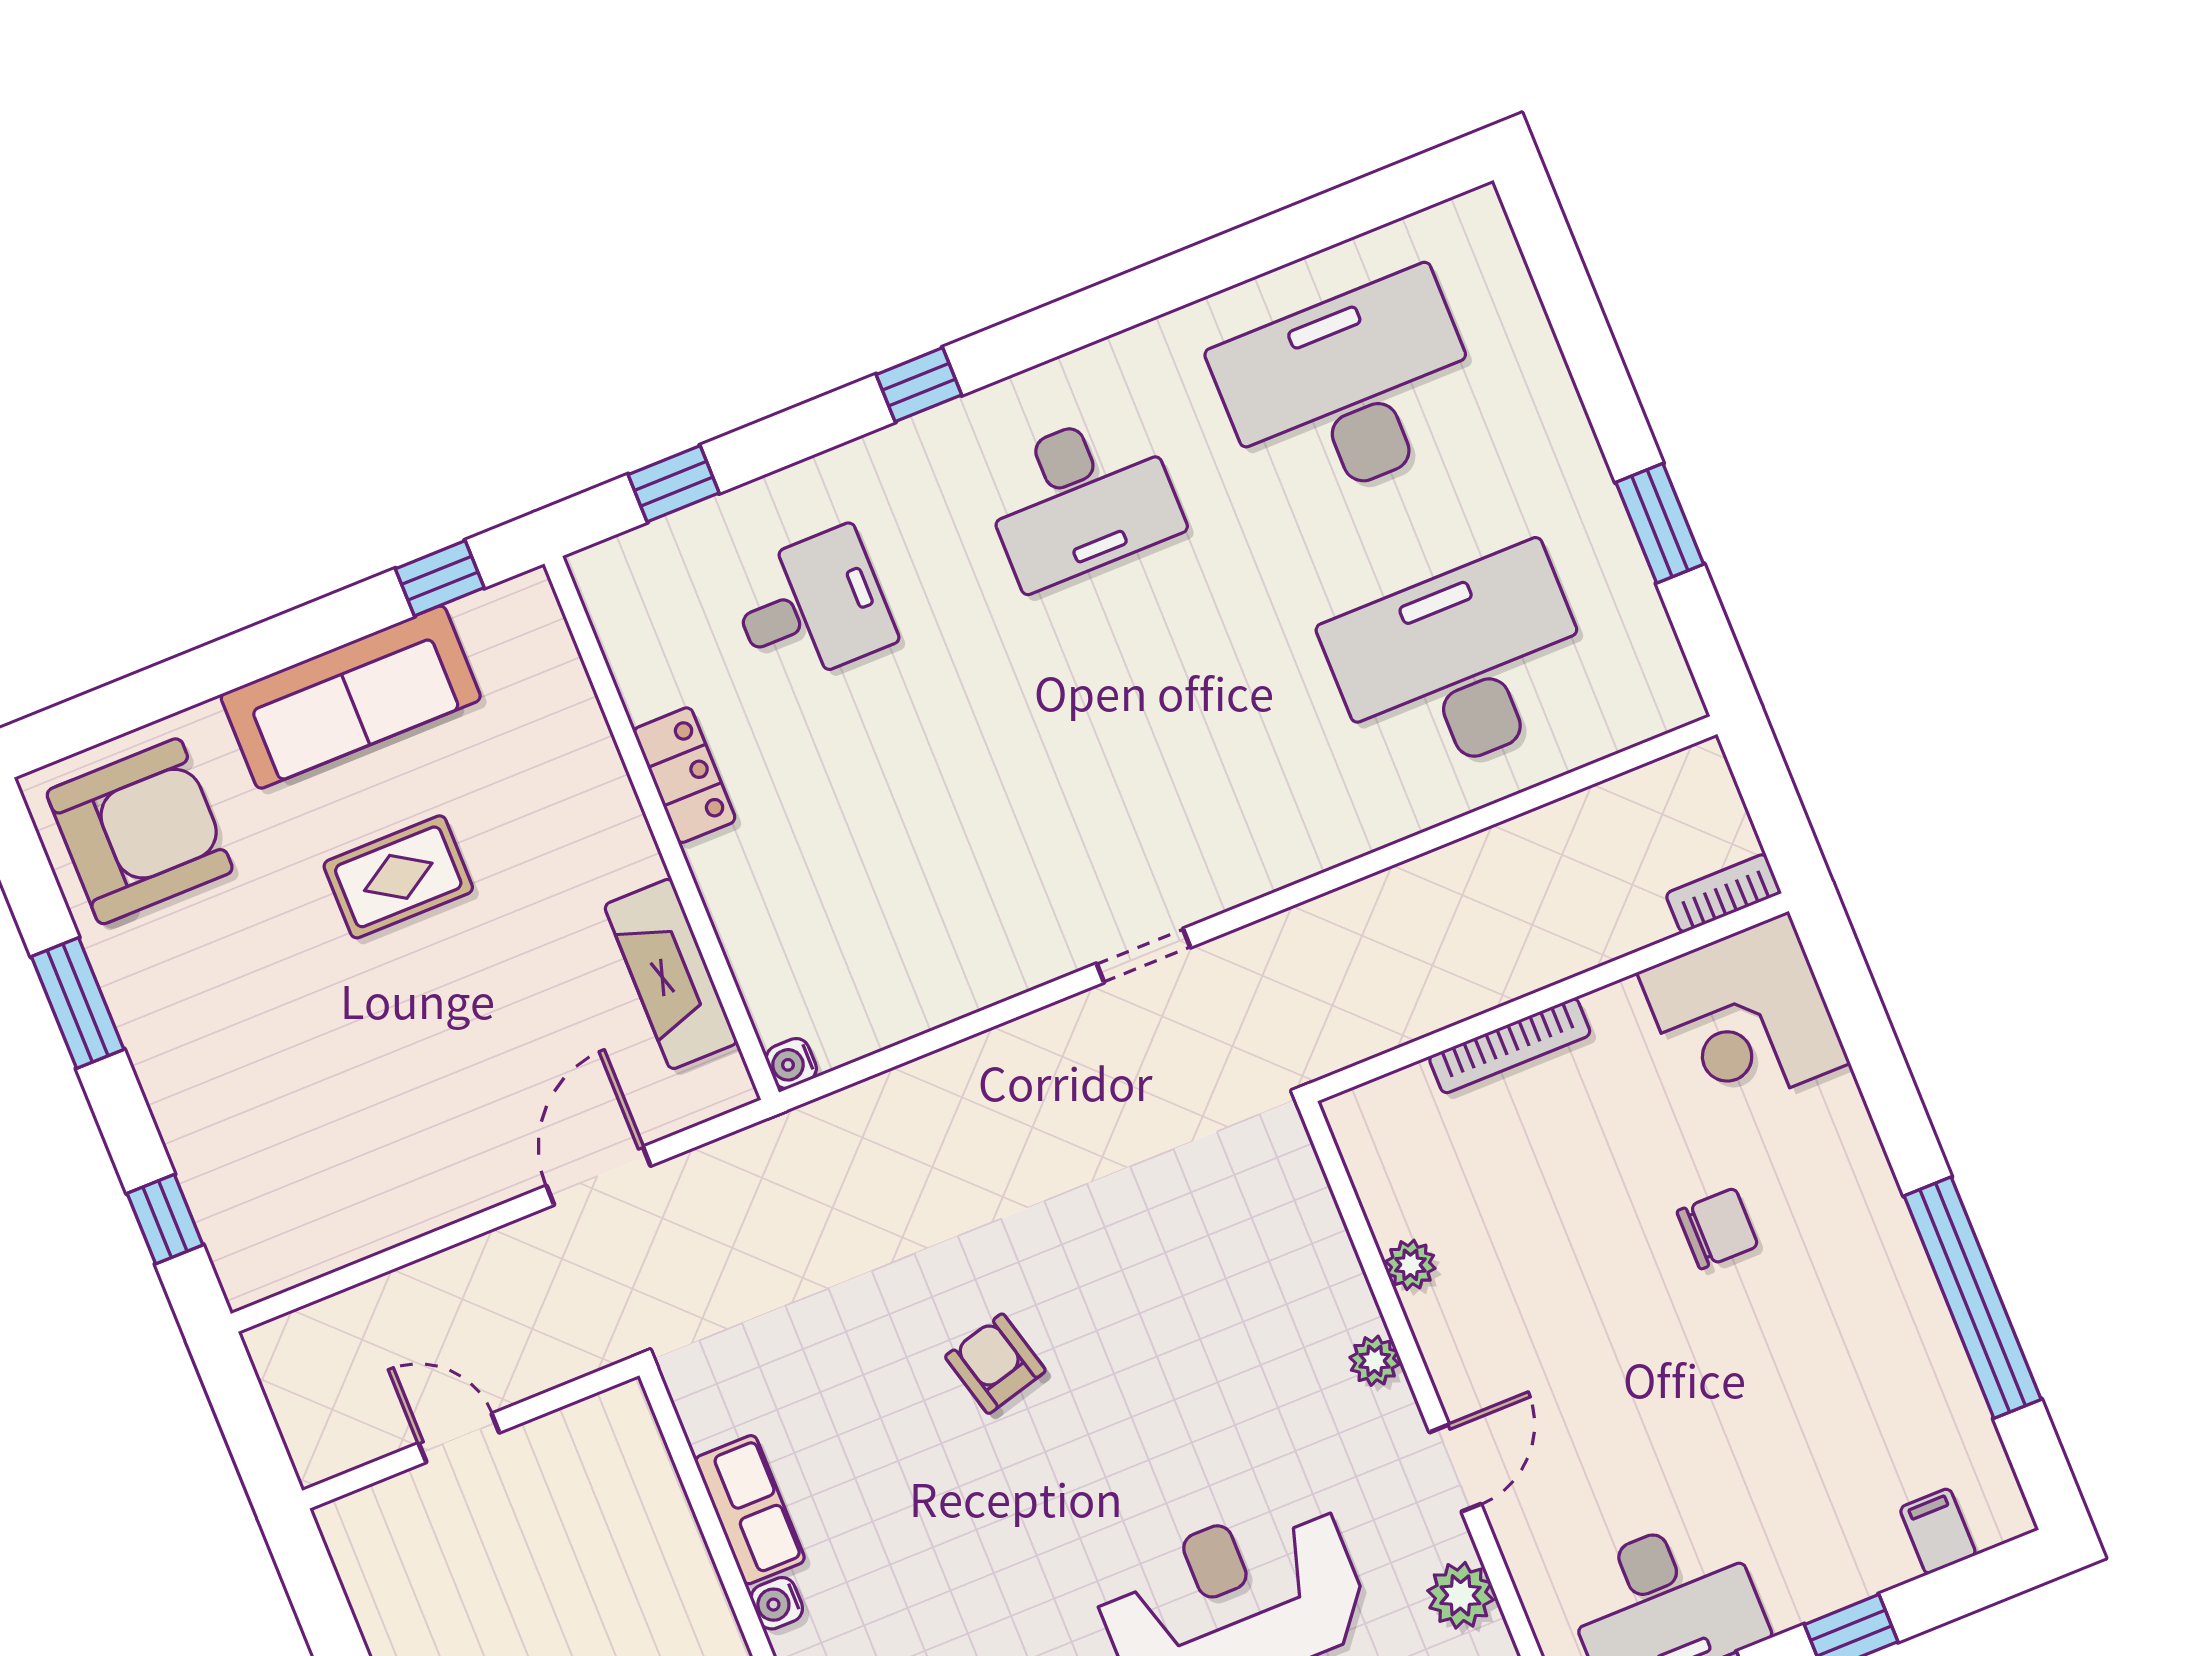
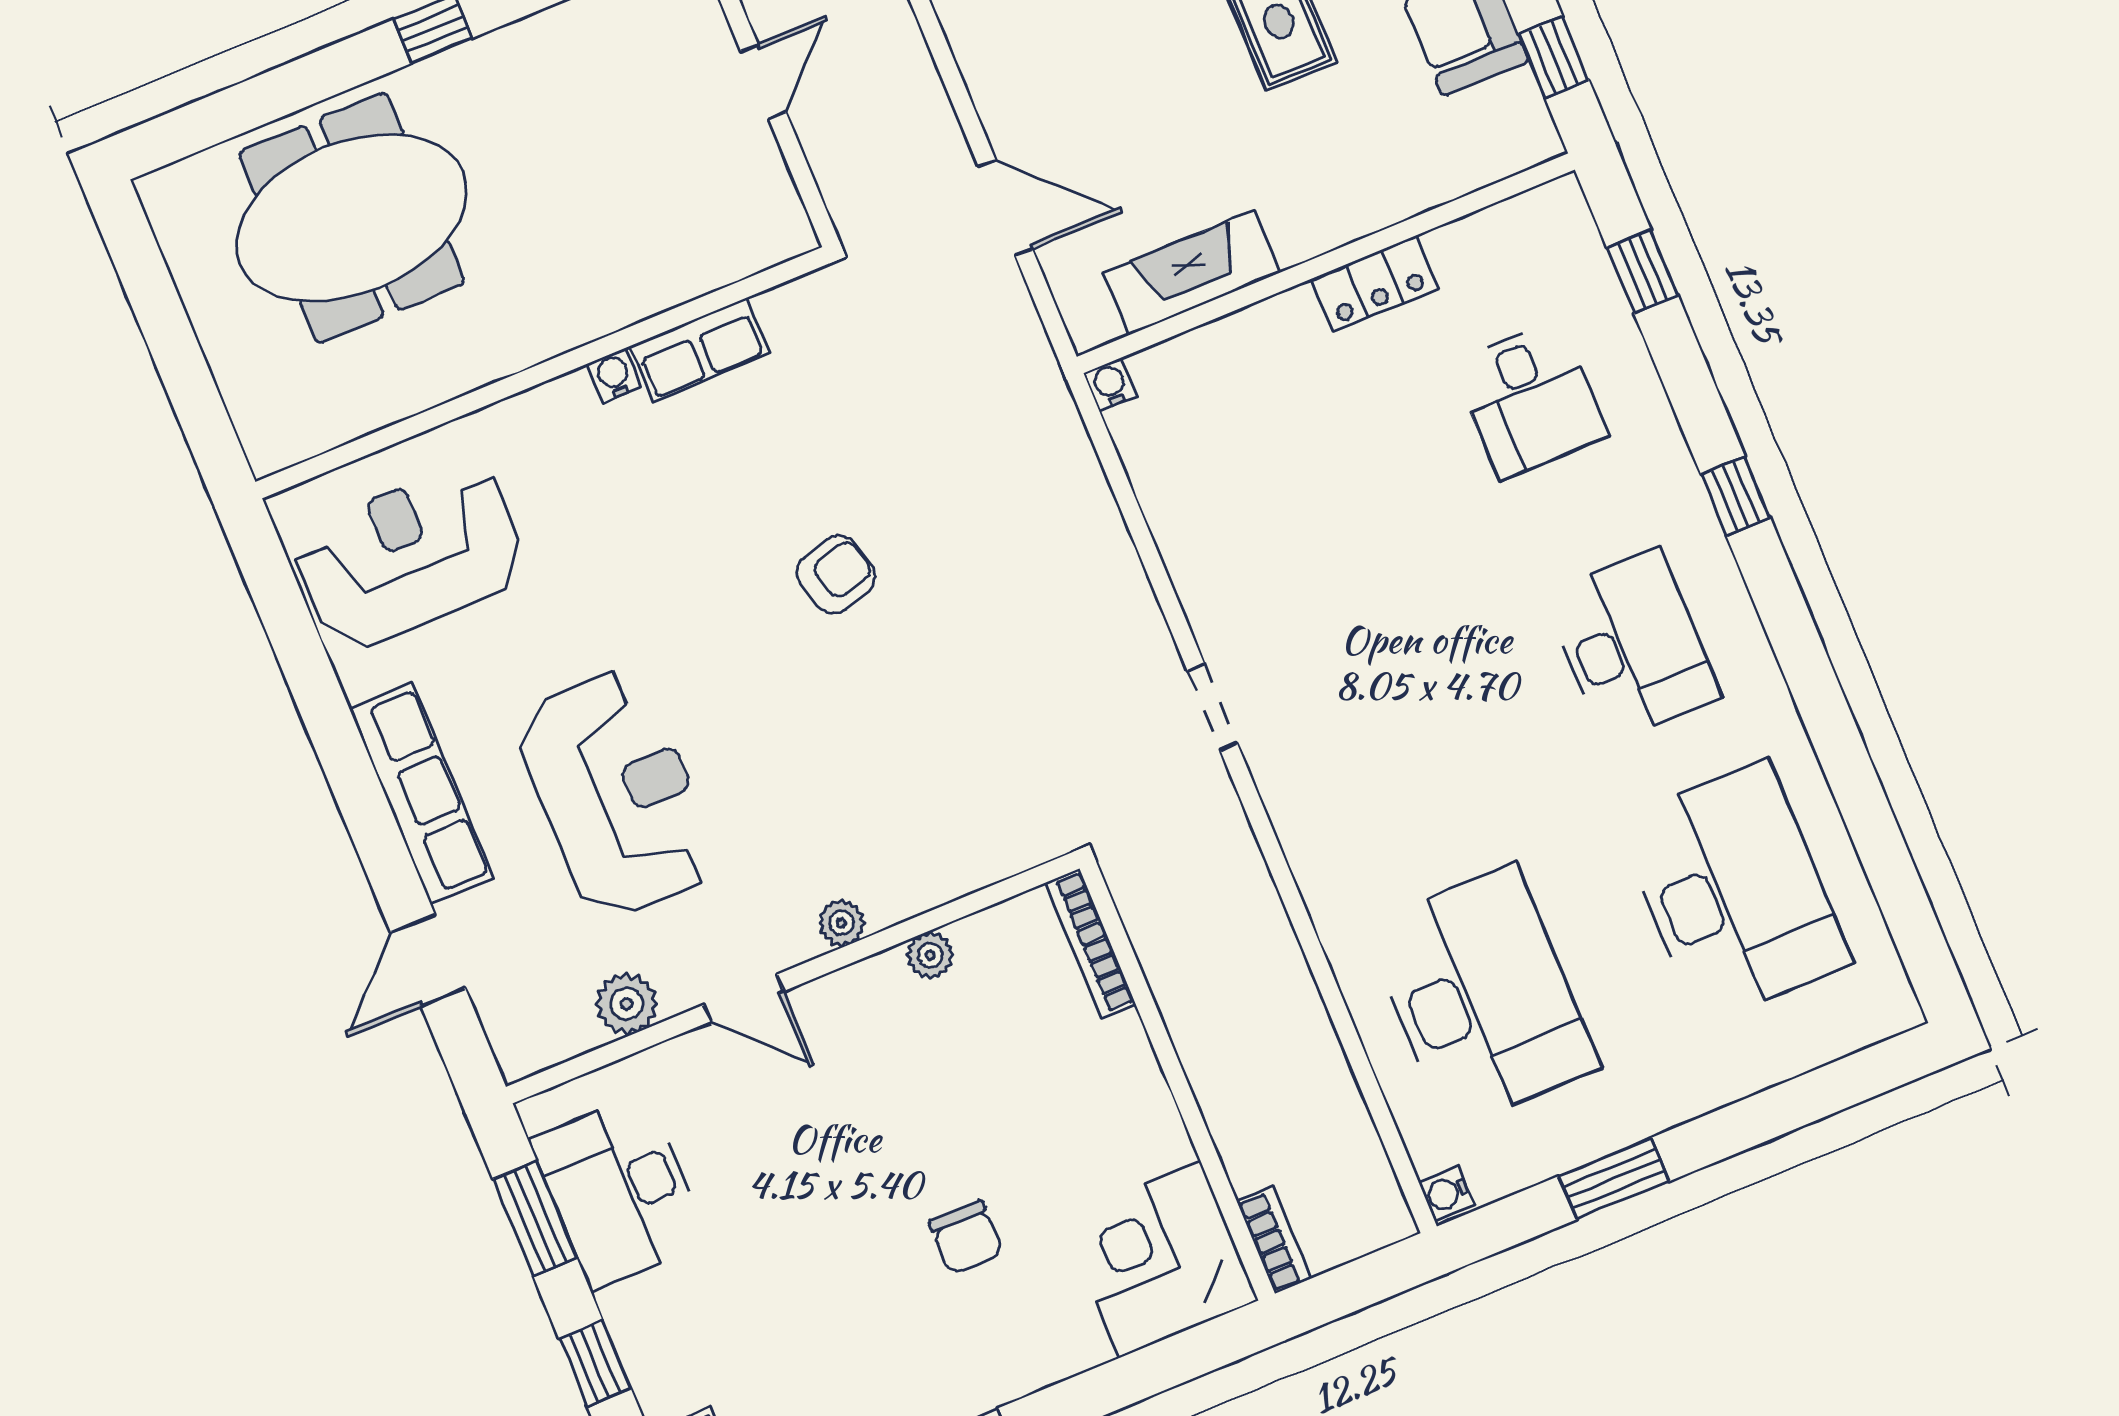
desk: (1081, 499) -> (1632, 646), turned 180
water cooler: (1674, 706) -> (1446, 1193), added
bookcase: (1510, 1046) -> (1090, 944), moved

